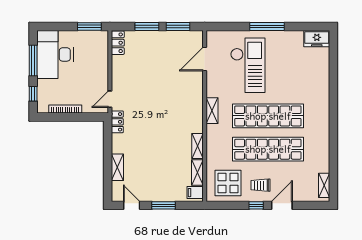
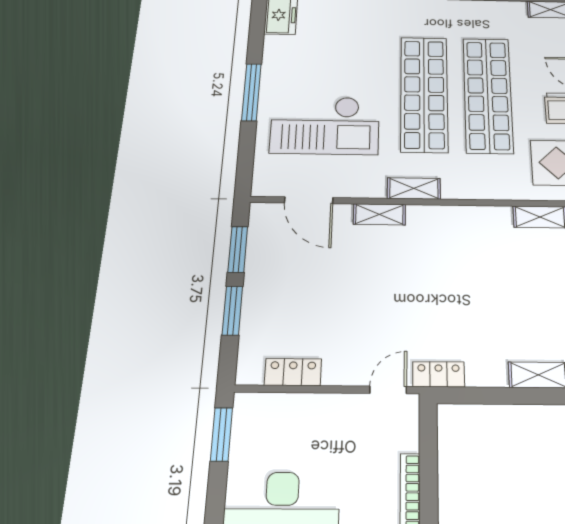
locker: (118, 43) -> (293, 372), moved
checkout: (248, 65) -> (325, 125), turned 180
door: (110, 99) -> (388, 390), swing flipped
shelving: (198, 146) -> (379, 214), moved

